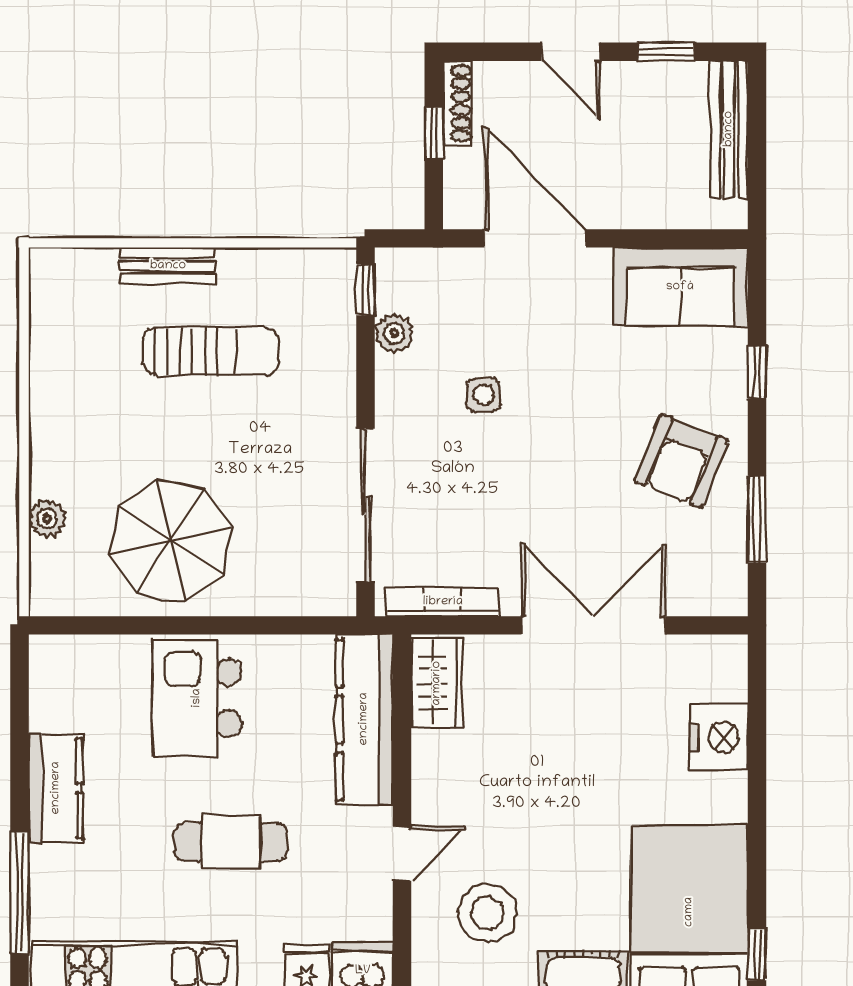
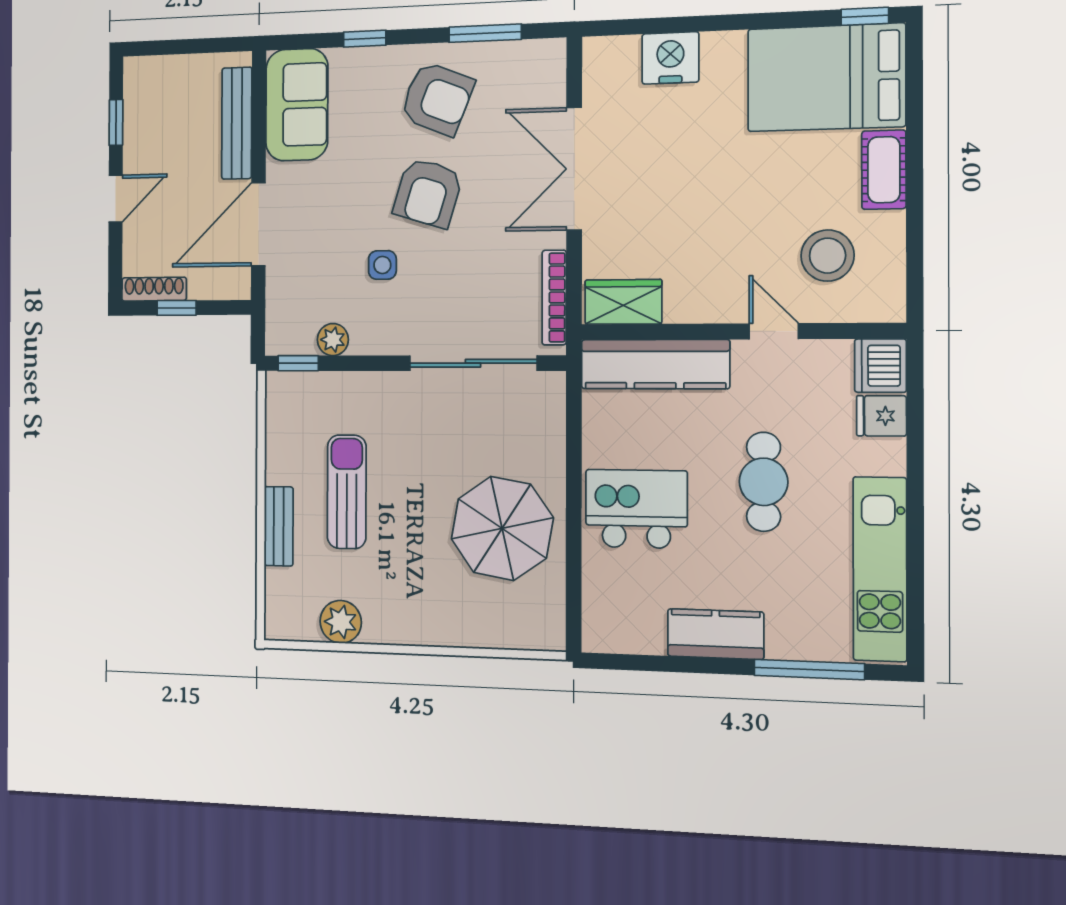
bench: (729, 129) -> (237, 123), moved, turned 90
armchair: (569, 450) -> (428, 193), added
plant: (47, 519) -> (341, 622), moved, width x1.38, depth x1.38
kitchen island: (197, 698) -> (636, 509), turned 180

